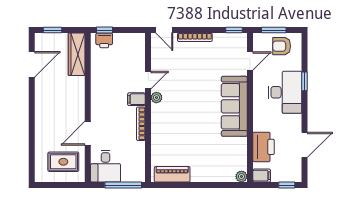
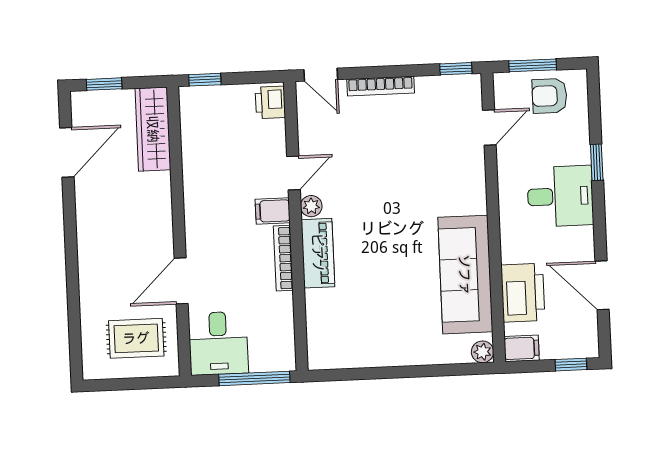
printer: (104, 40) -> (270, 102), moved, turned 90
desk: (285, 92) -> (560, 196), width x0.73
sofa: (234, 106) -> (465, 275), moved
door: (305, 145) -> (602, 285), swing flipped
piano: (172, 174) -> (318, 253), moved, turned 90

